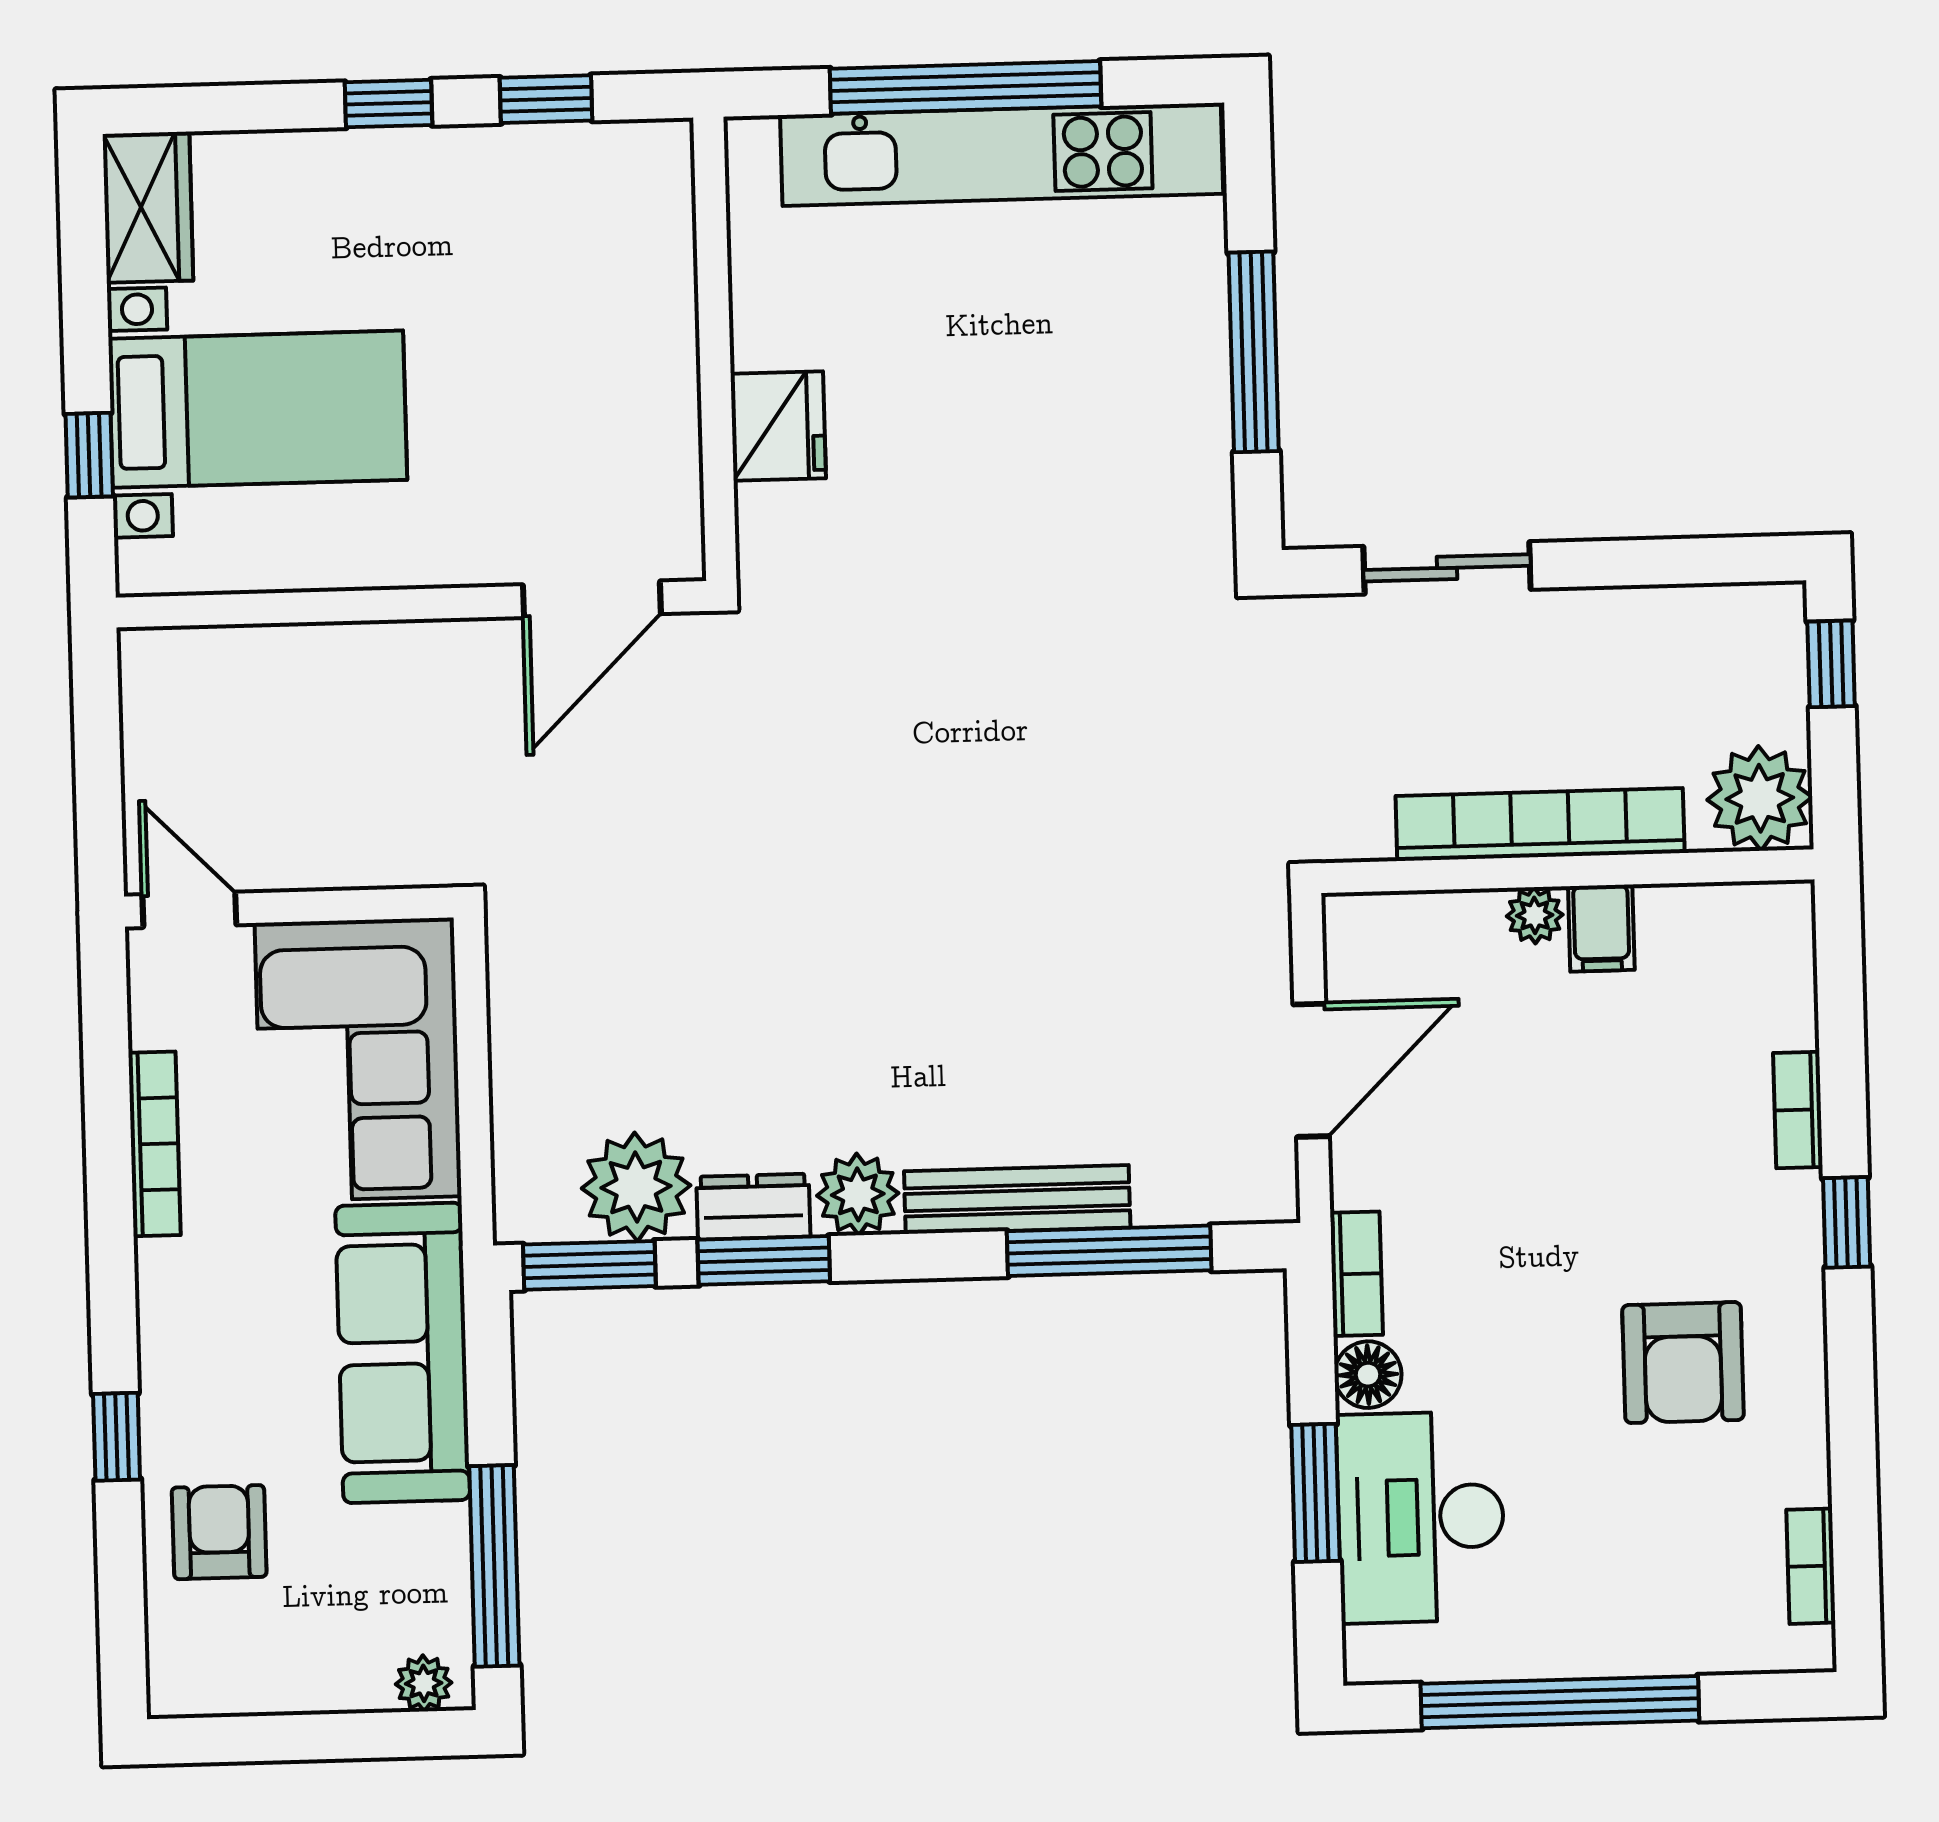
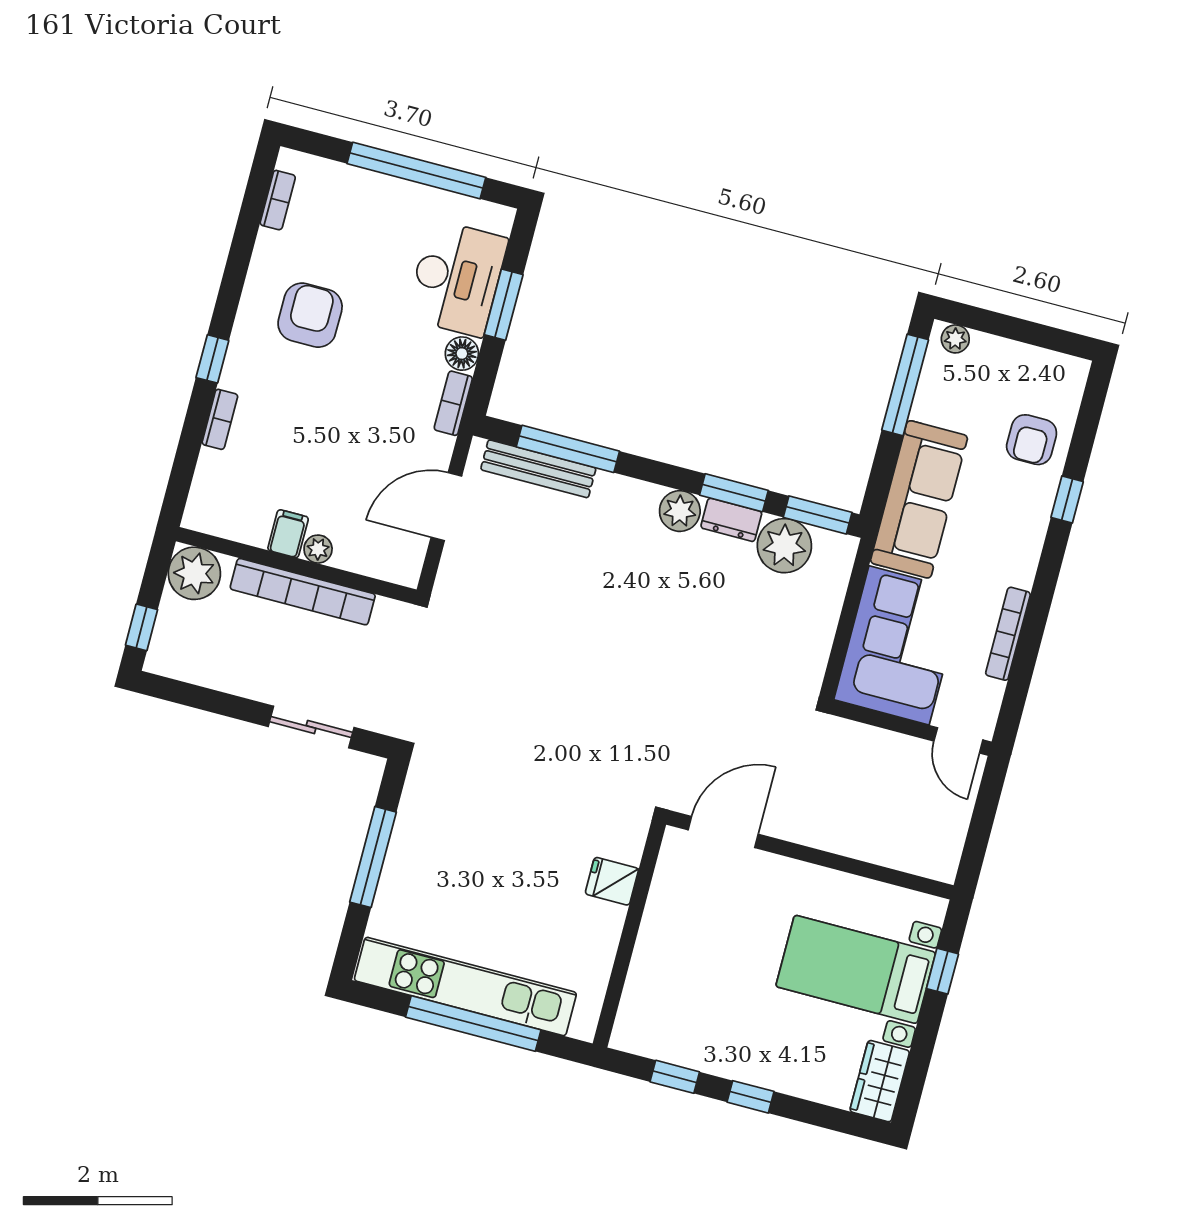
fridge: (778, 426) -> (612, 881), width x0.72
bench: (1017, 1199) -> (538, 469), moved

